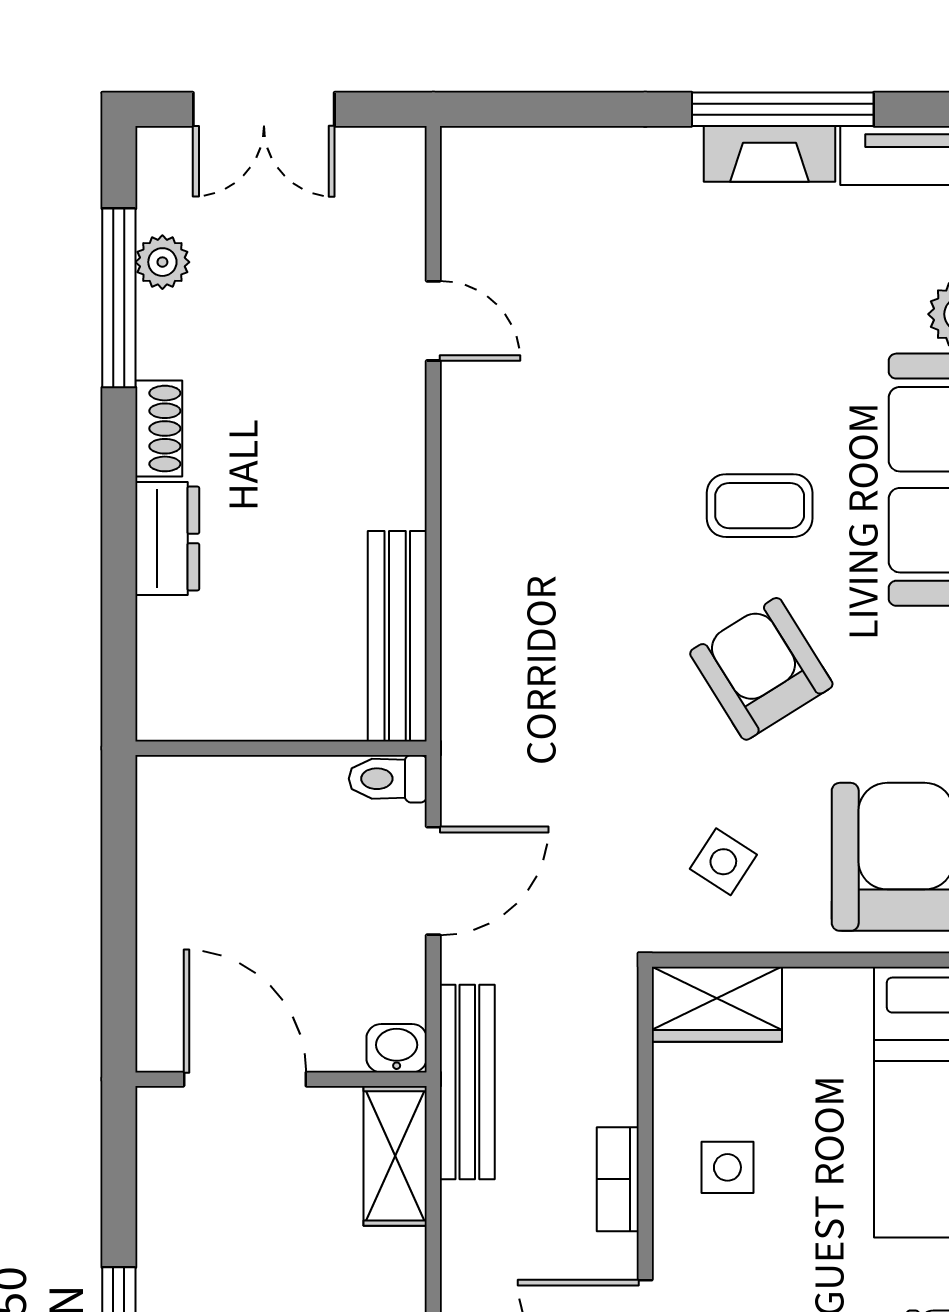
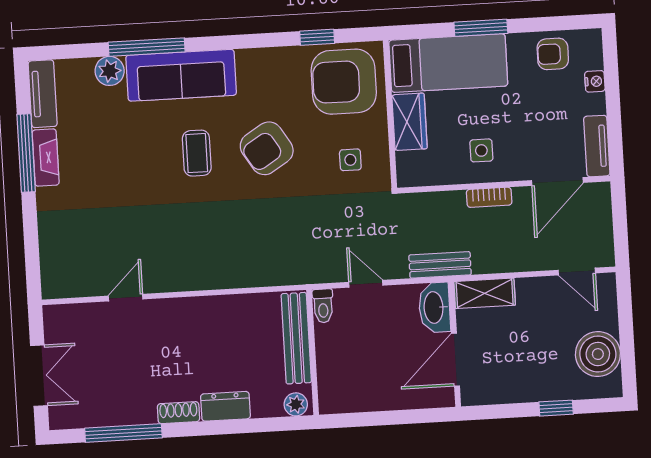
plant: (162, 262) -> (296, 404), moved
bench: (397, 636) -> (296, 338), moved, turned 90
side table: (723, 862) -> (350, 160), turned -33
door: (433, 881) -> (366, 284), width x0.73
wardrobe: (717, 1004) -> (410, 122), moved
washbasin: (397, 1048) -> (434, 307), width x1.91, depth x1.45
bench: (467, 1082) -> (440, 265), width x0.73

